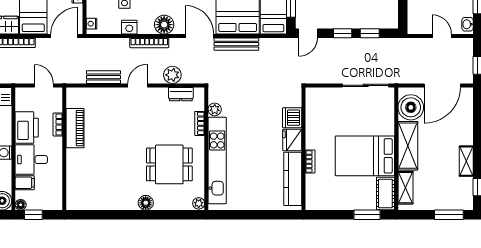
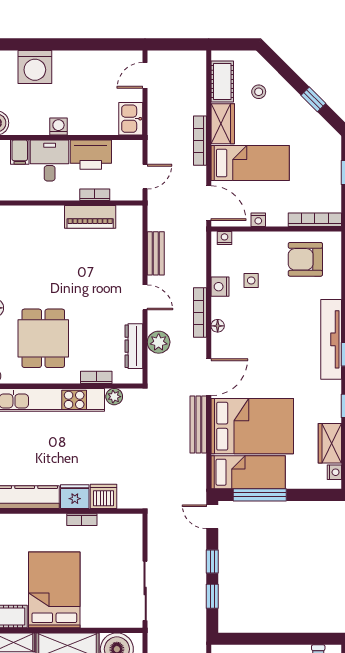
floor lamp: (164, 25) -> (218, 326), width x0.53, depth x0.53
dresser: (181, 94) -> (134, 346), width x1.44
bookcase: (310, 162) -> (82, 520), moved

